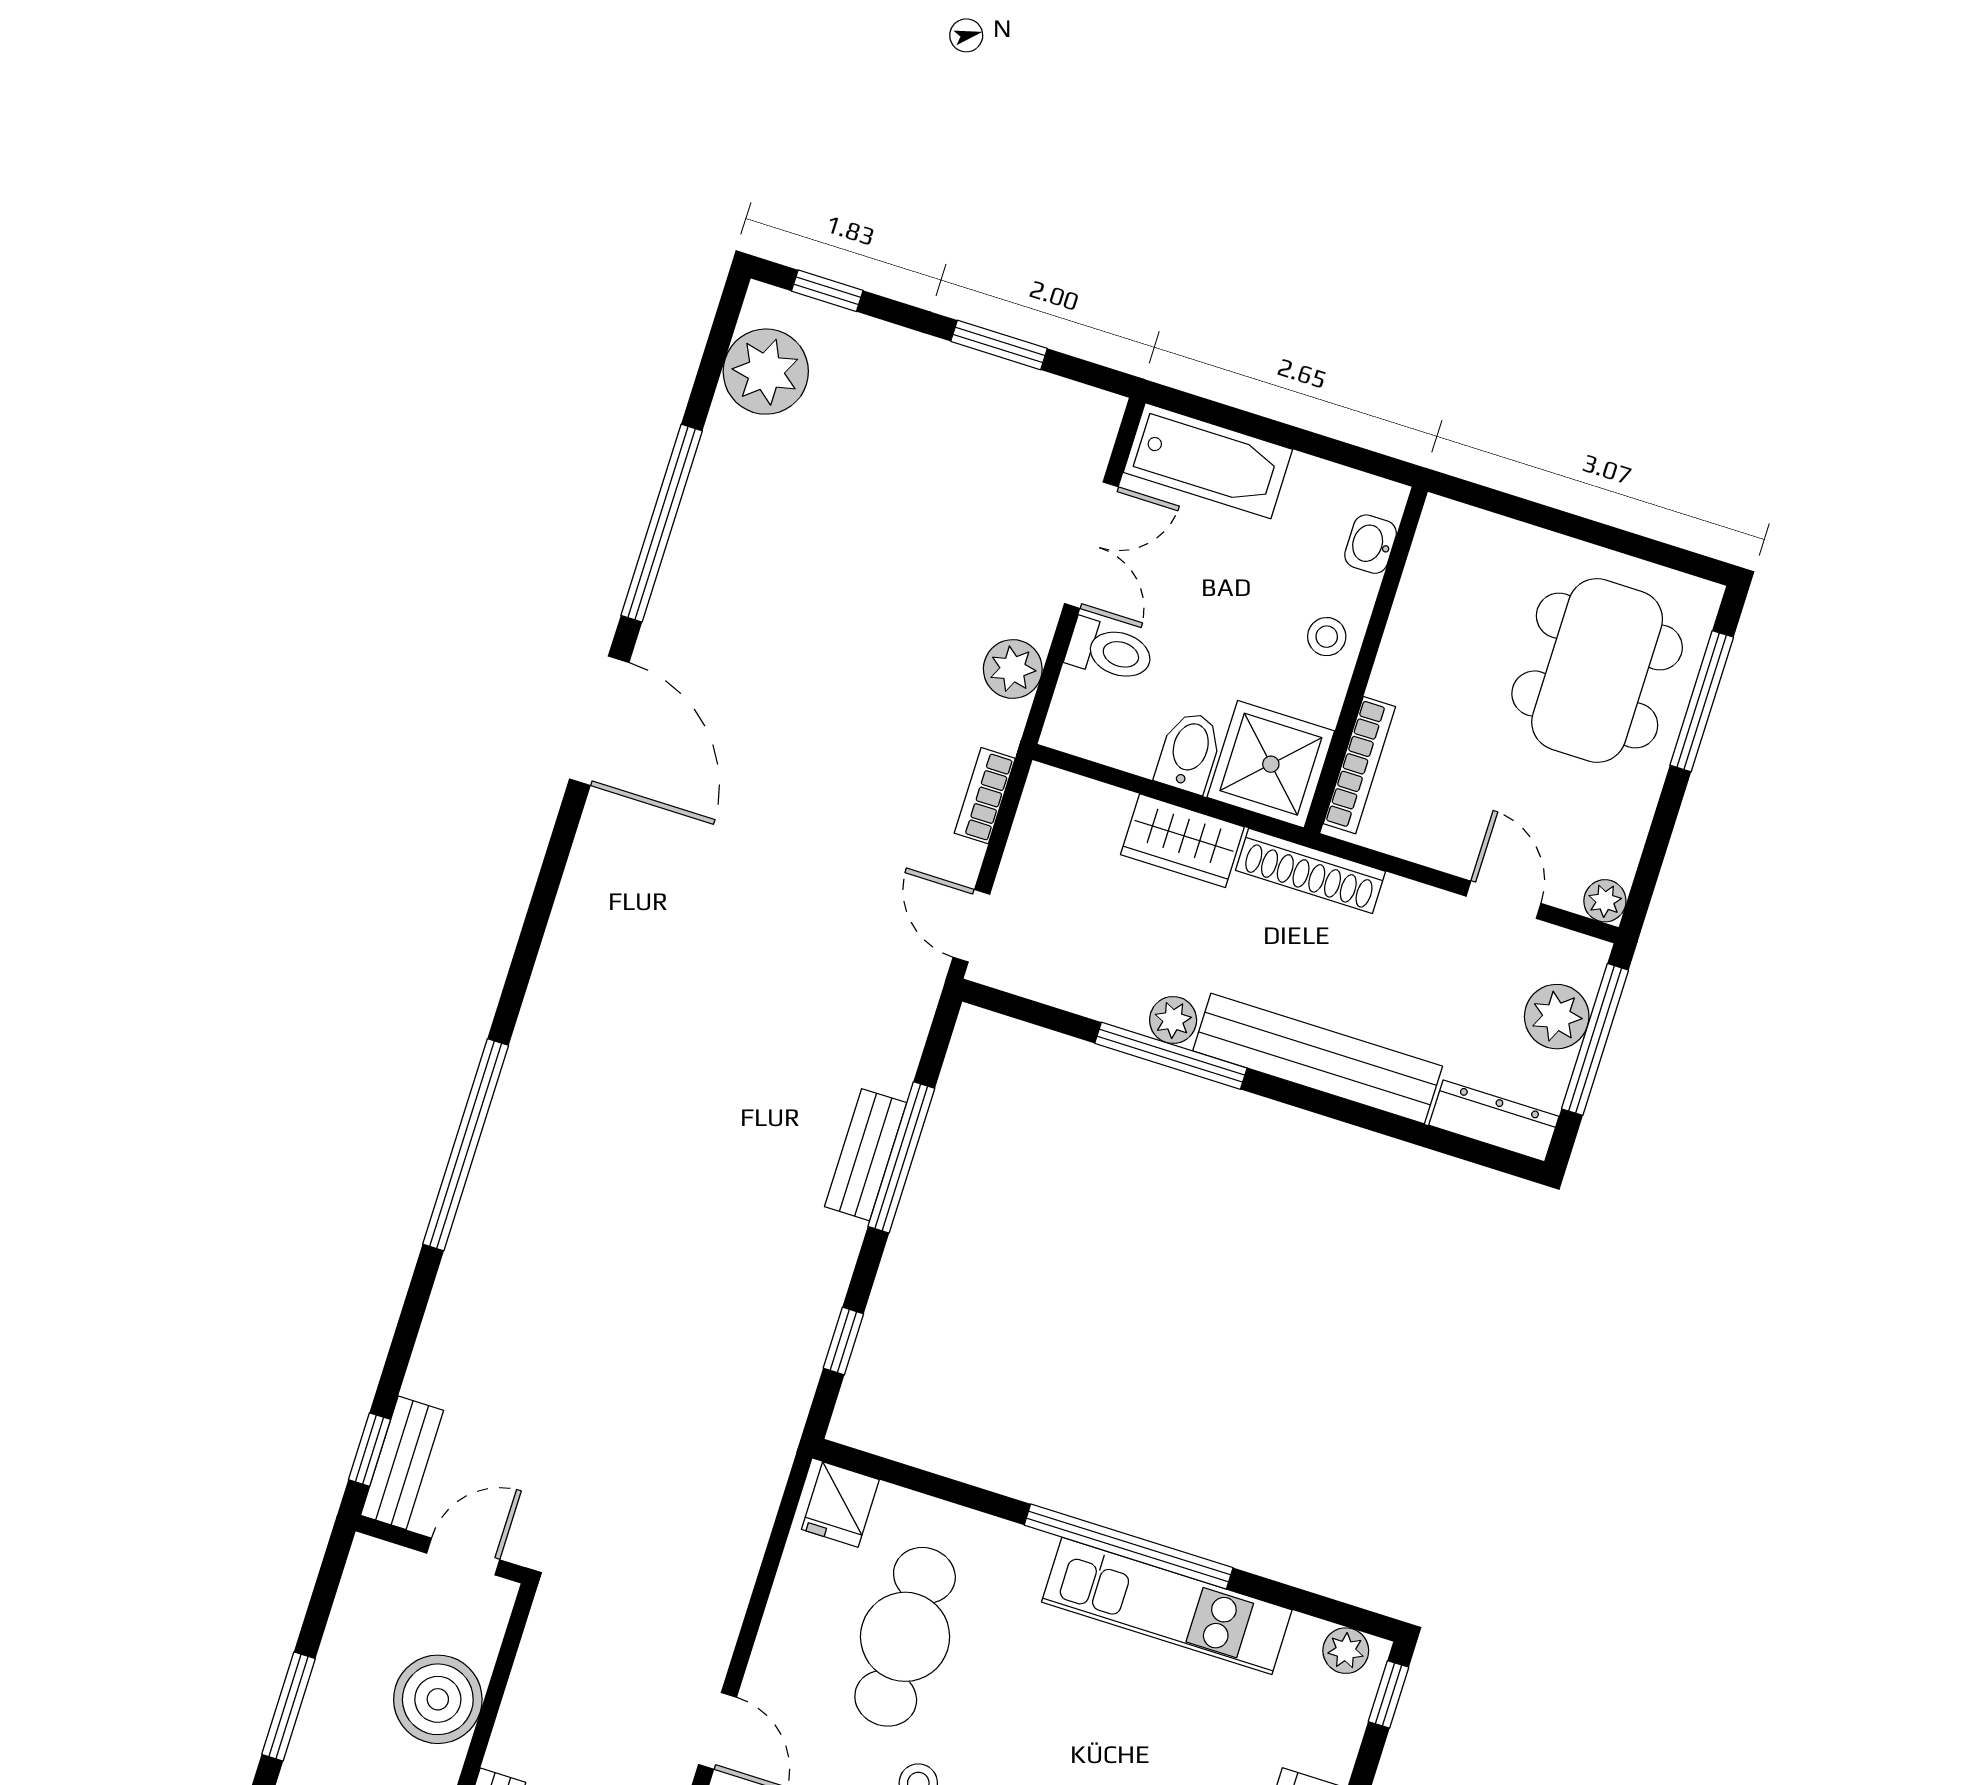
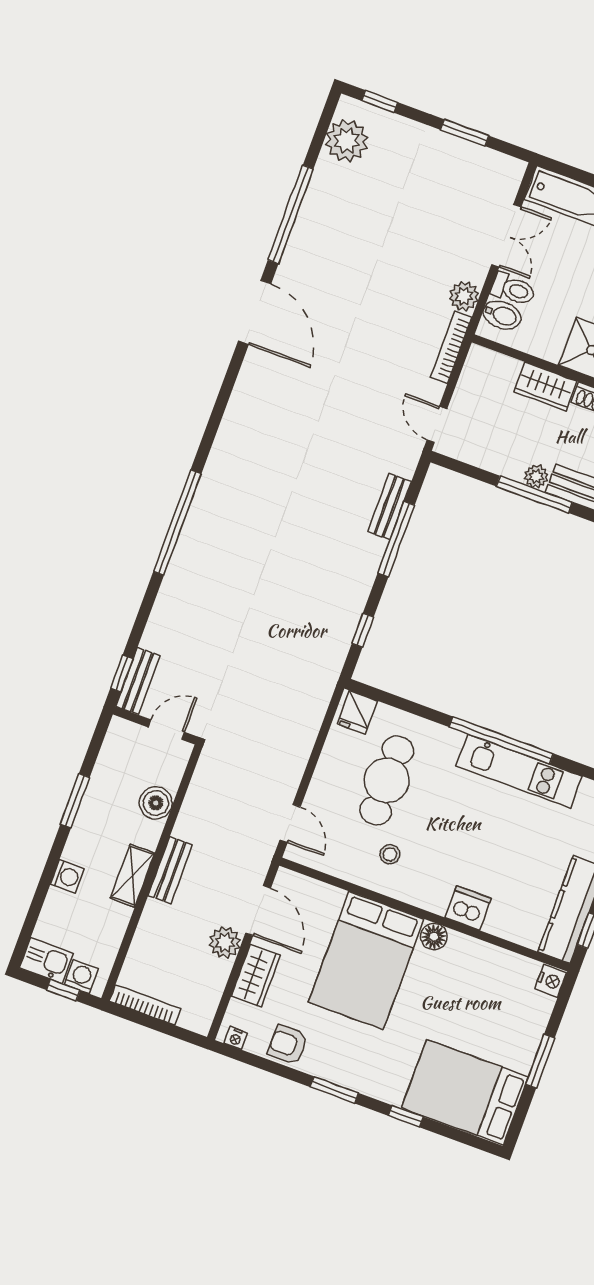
bidet: (1189, 752) -> (502, 315), moved, turned 90
bookcase: (985, 796) -> (451, 347), width x1.56
bench: (866, 1155) -> (389, 507), moved
boiler: (438, 1699) -> (156, 803), width x0.73, depth x0.73

